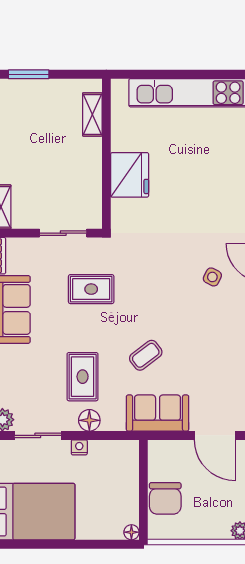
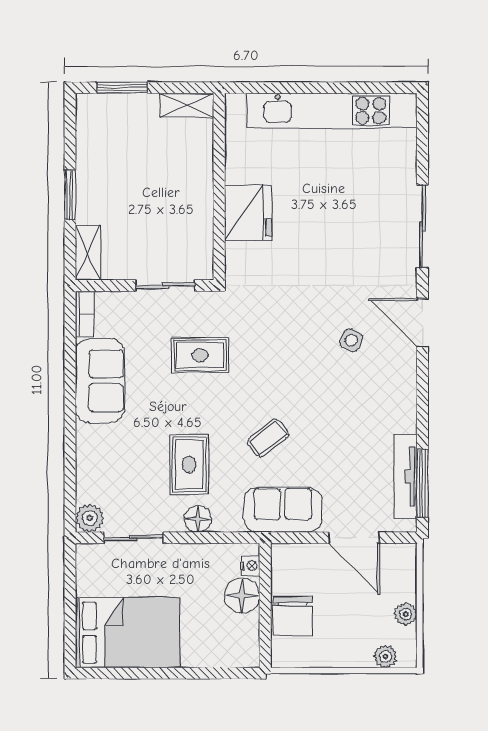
shelving: (92, 114) -> (187, 105), moved, turned 90
nightstand: (79, 447) -> (250, 566), moved, turned 90
floor lamp: (131, 532) -> (242, 596), moved, width x1.89, depth x1.89

